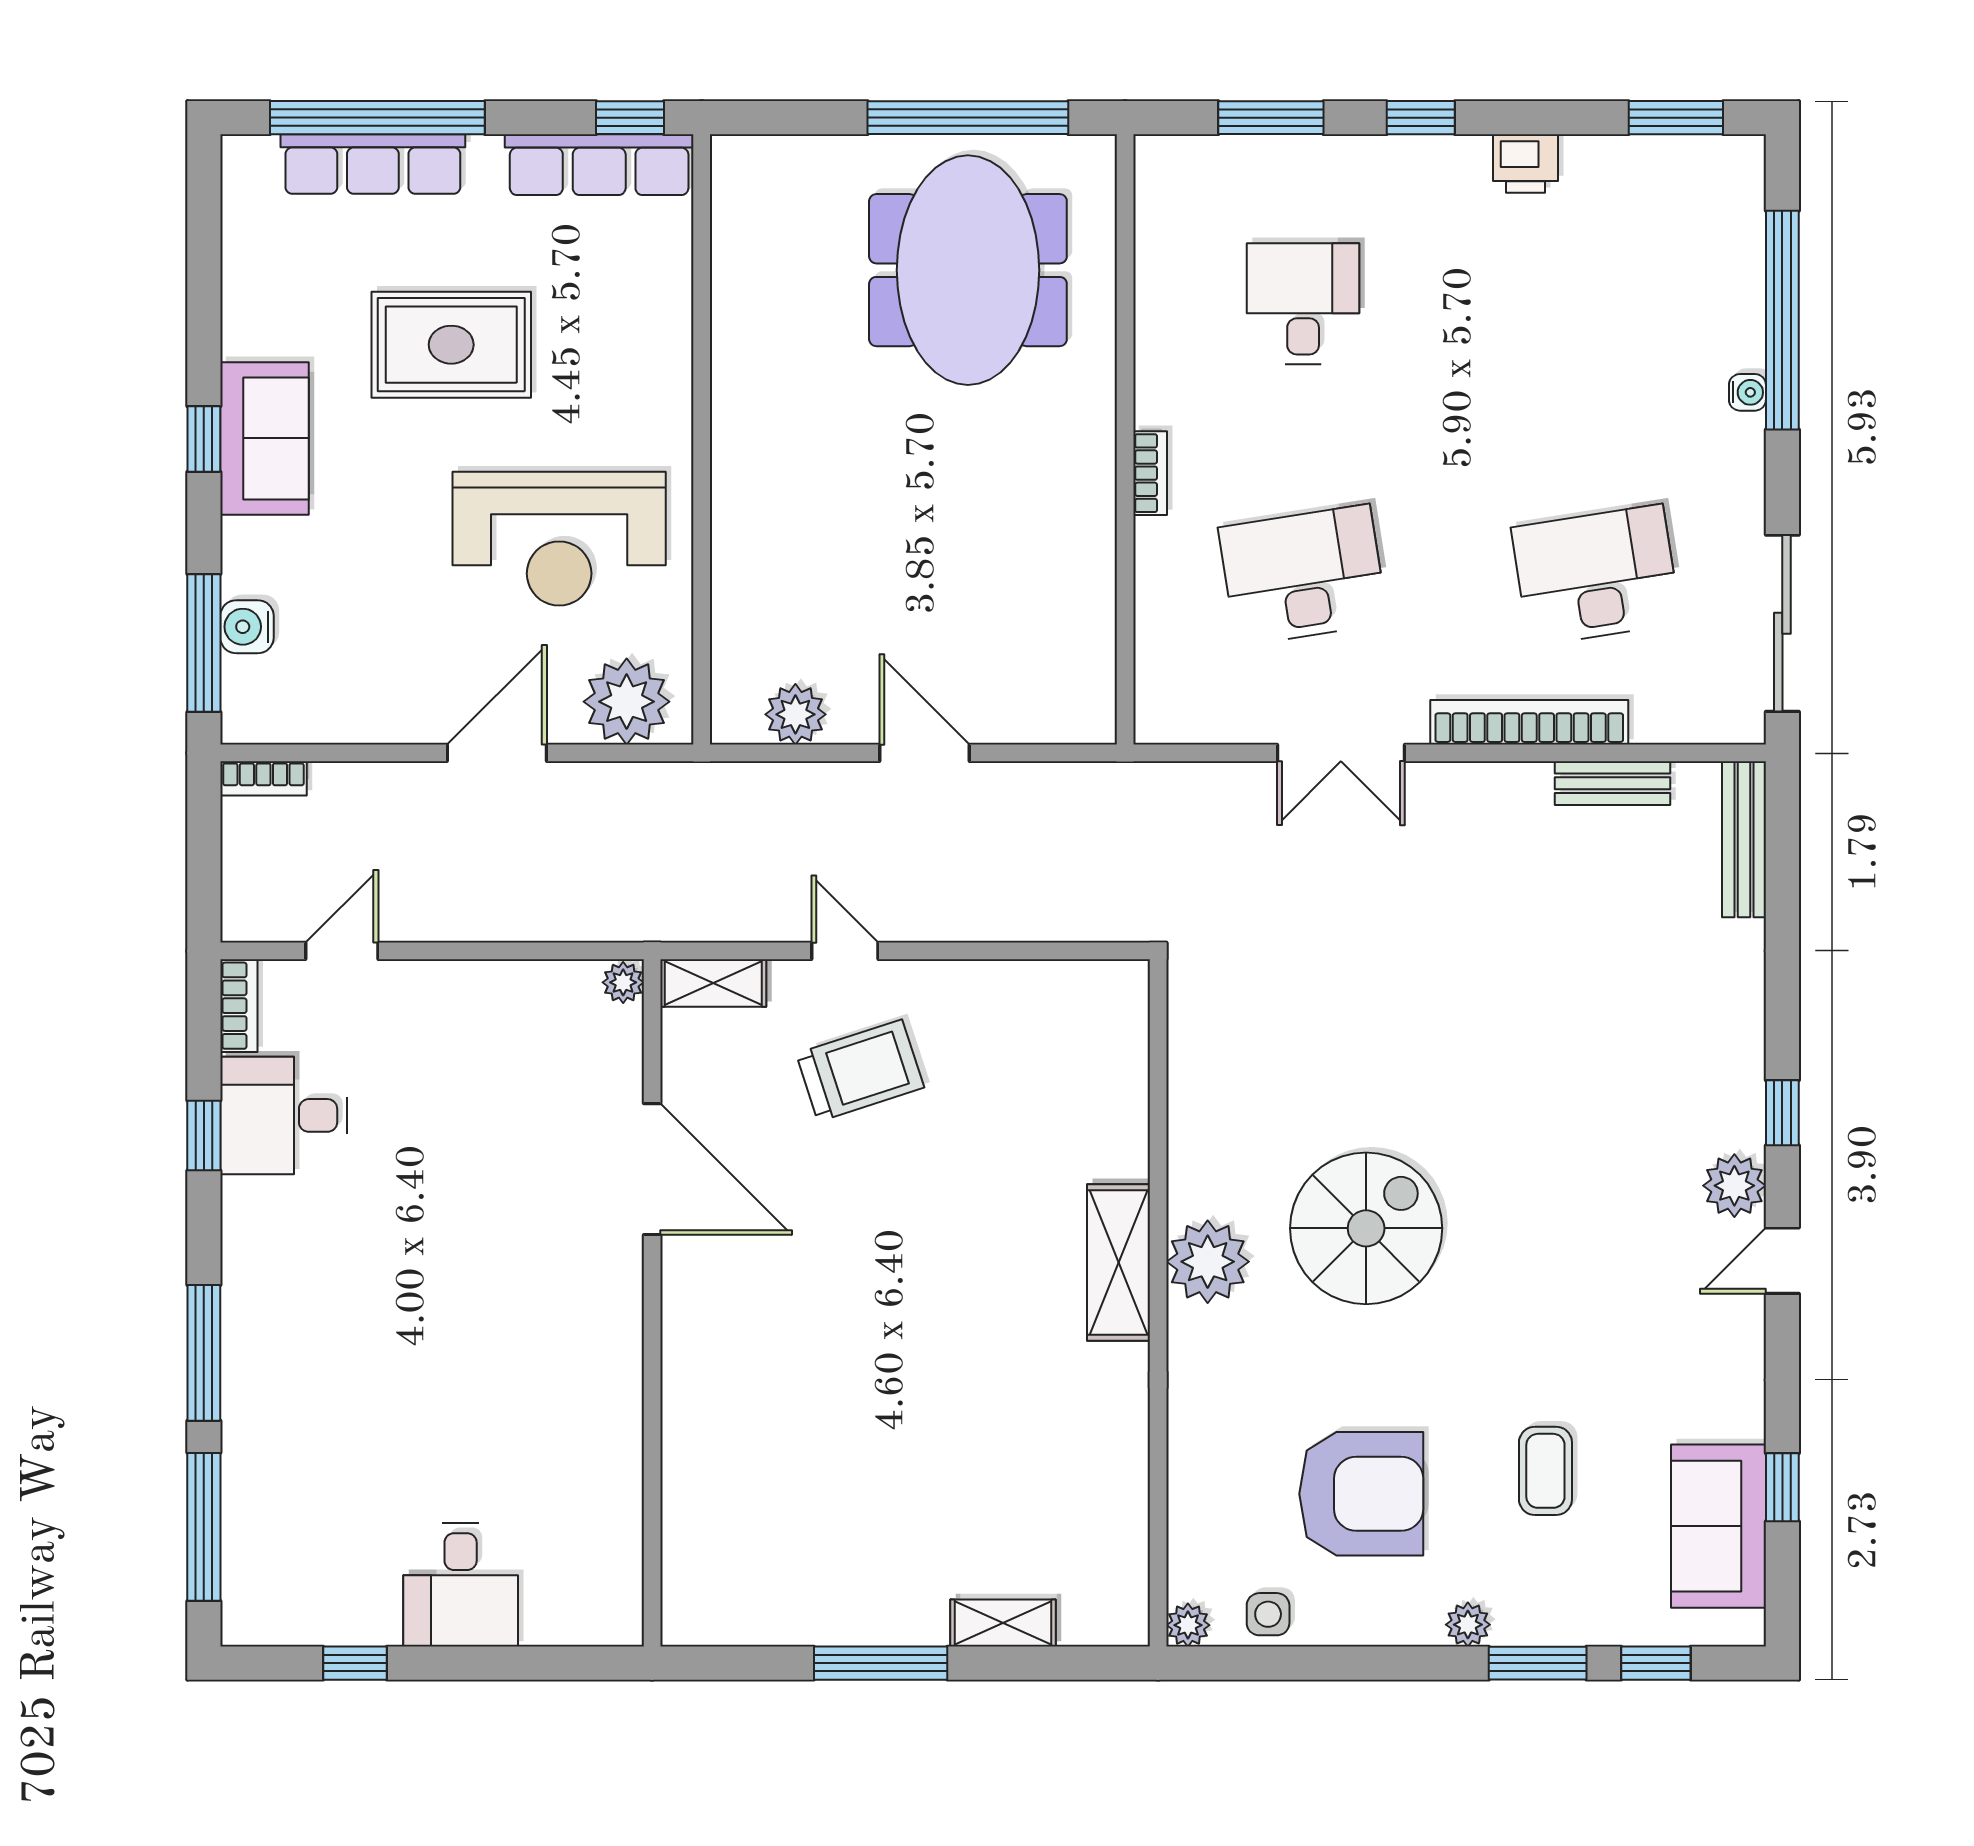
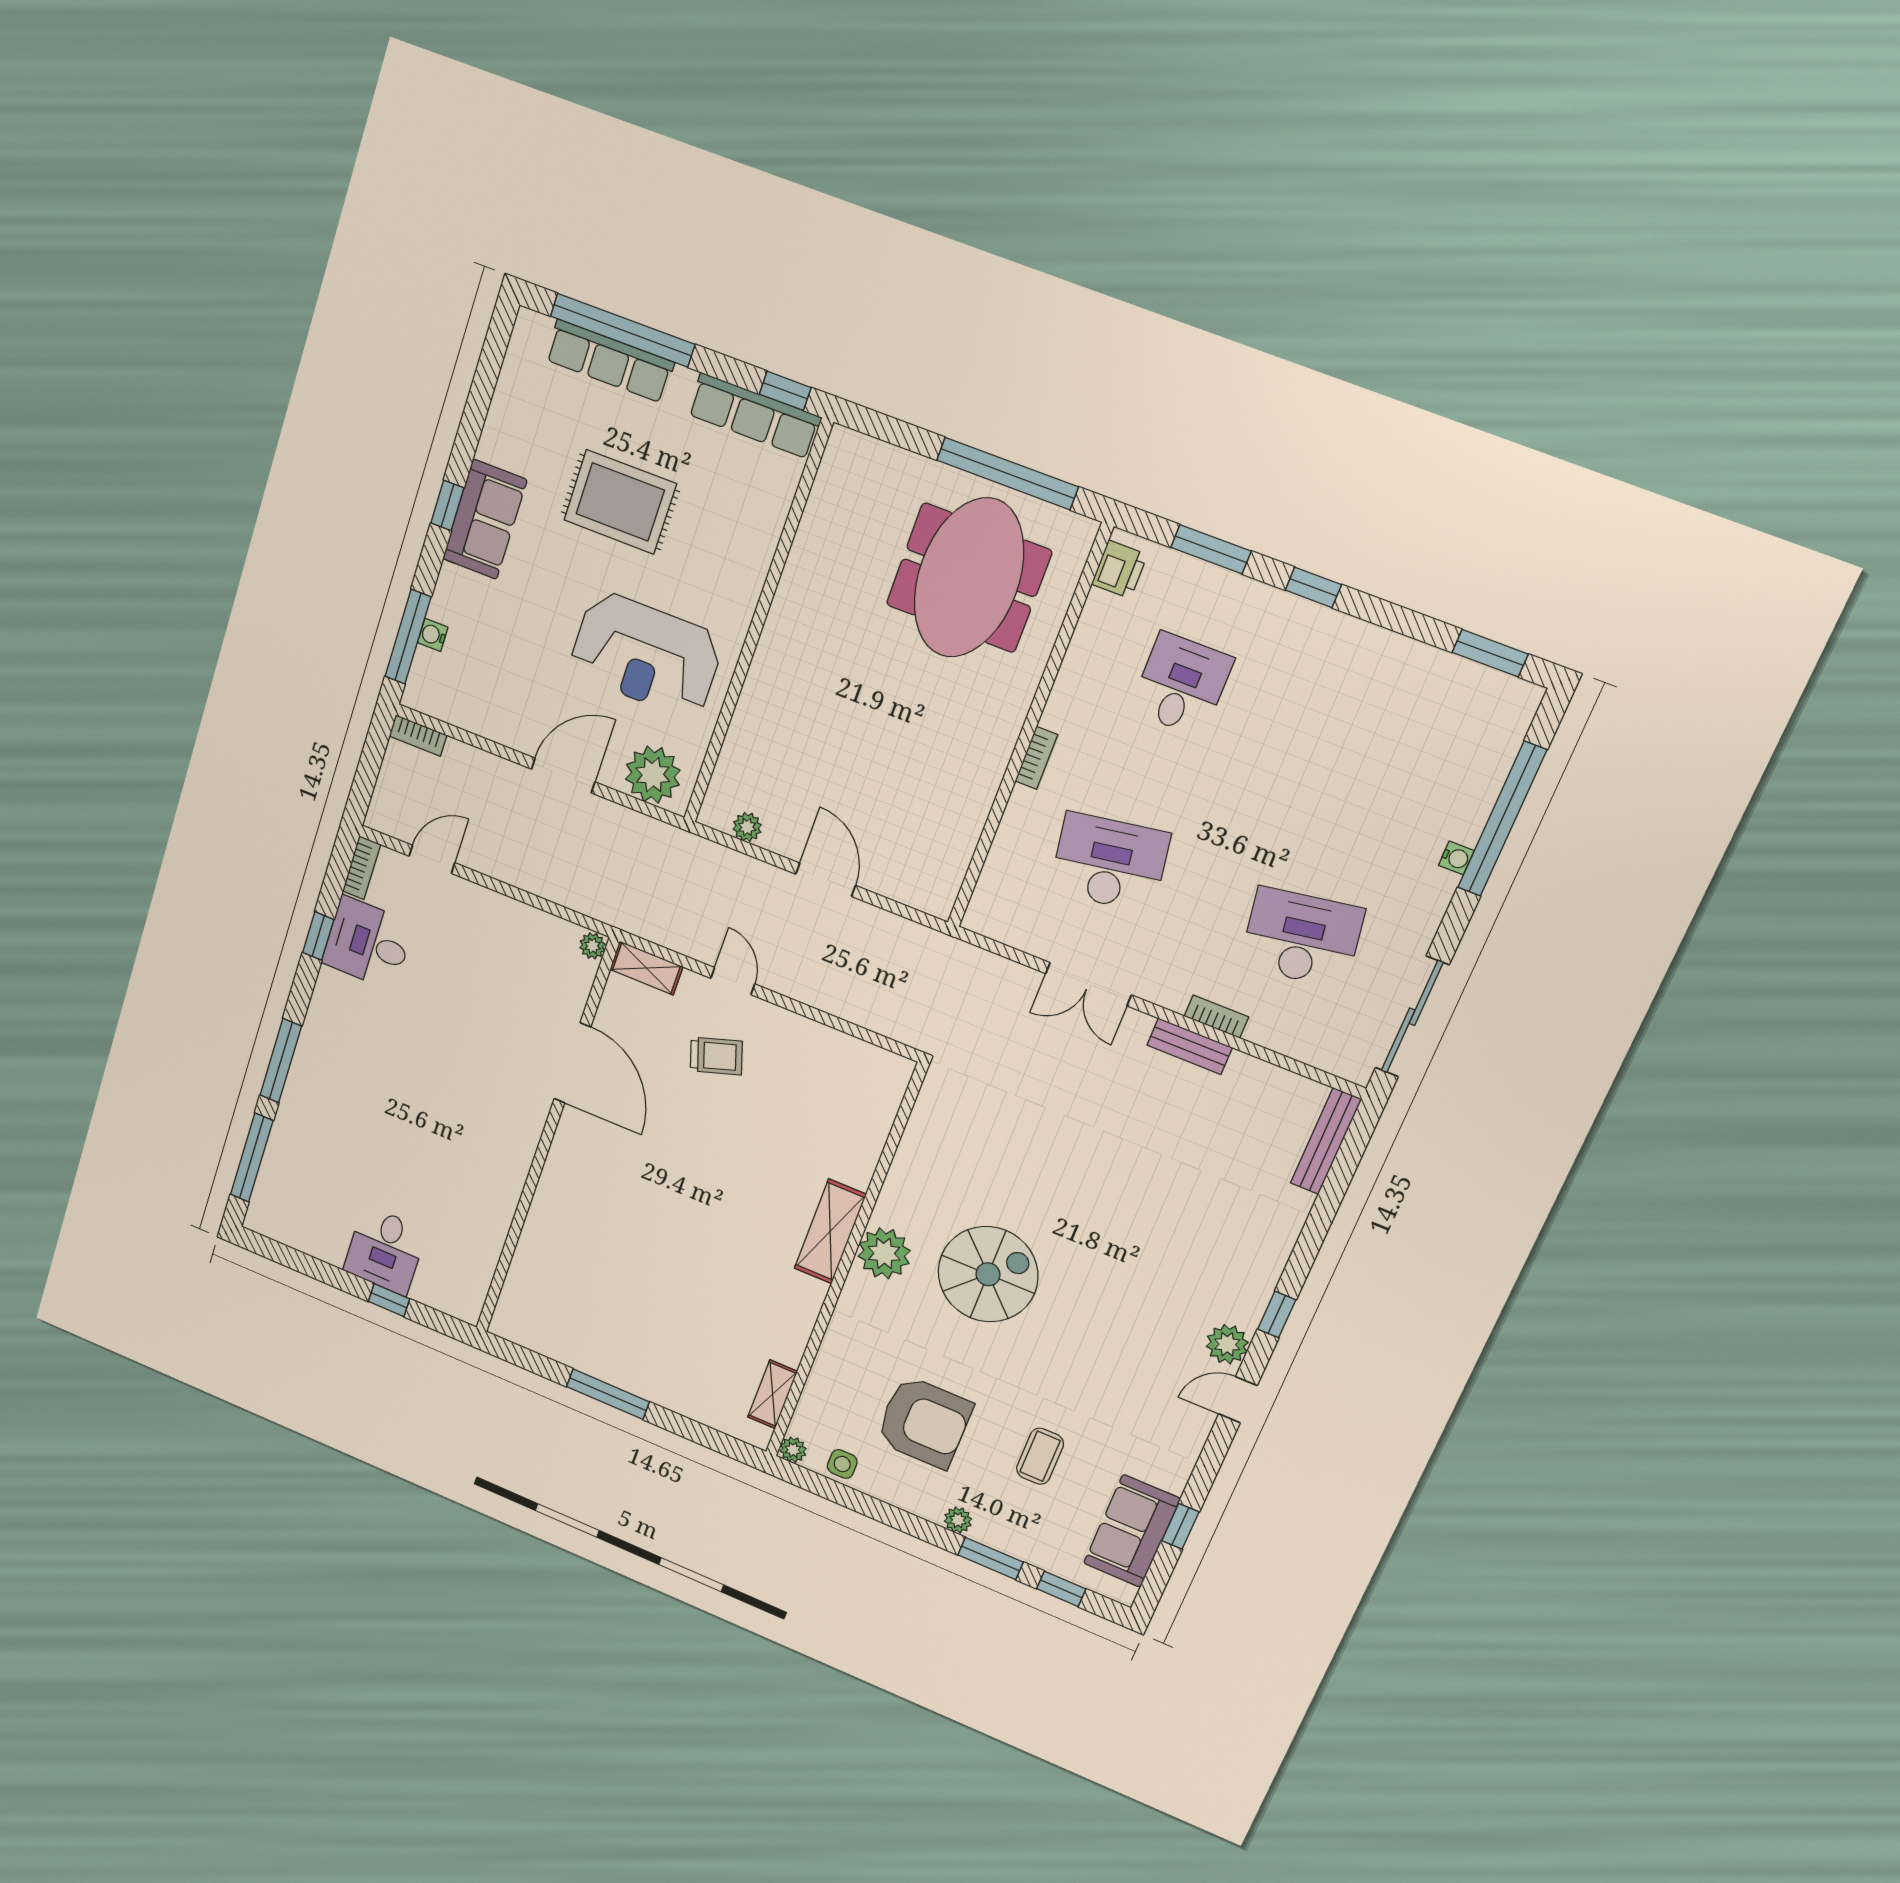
printer: (1525, 164) -> (1119, 569), moved, turned -90
water cooler: (247, 627) -> (433, 635), width x0.72, depth x0.72
plant: (795, 714) -> (747, 827), width x0.73, depth x0.73
bookcase: (1529, 722) -> (1216, 1017), width x0.43, depth x0.76
bench: (1612, 783) -> (1190, 1046), moved
trolley: (860, 1071) -> (716, 1056), width x0.73, depth x0.72
shelving: (1003, 1623) -> (773, 1394), moved, turned 90
window: (355, 1663) -> (389, 1300), moved

